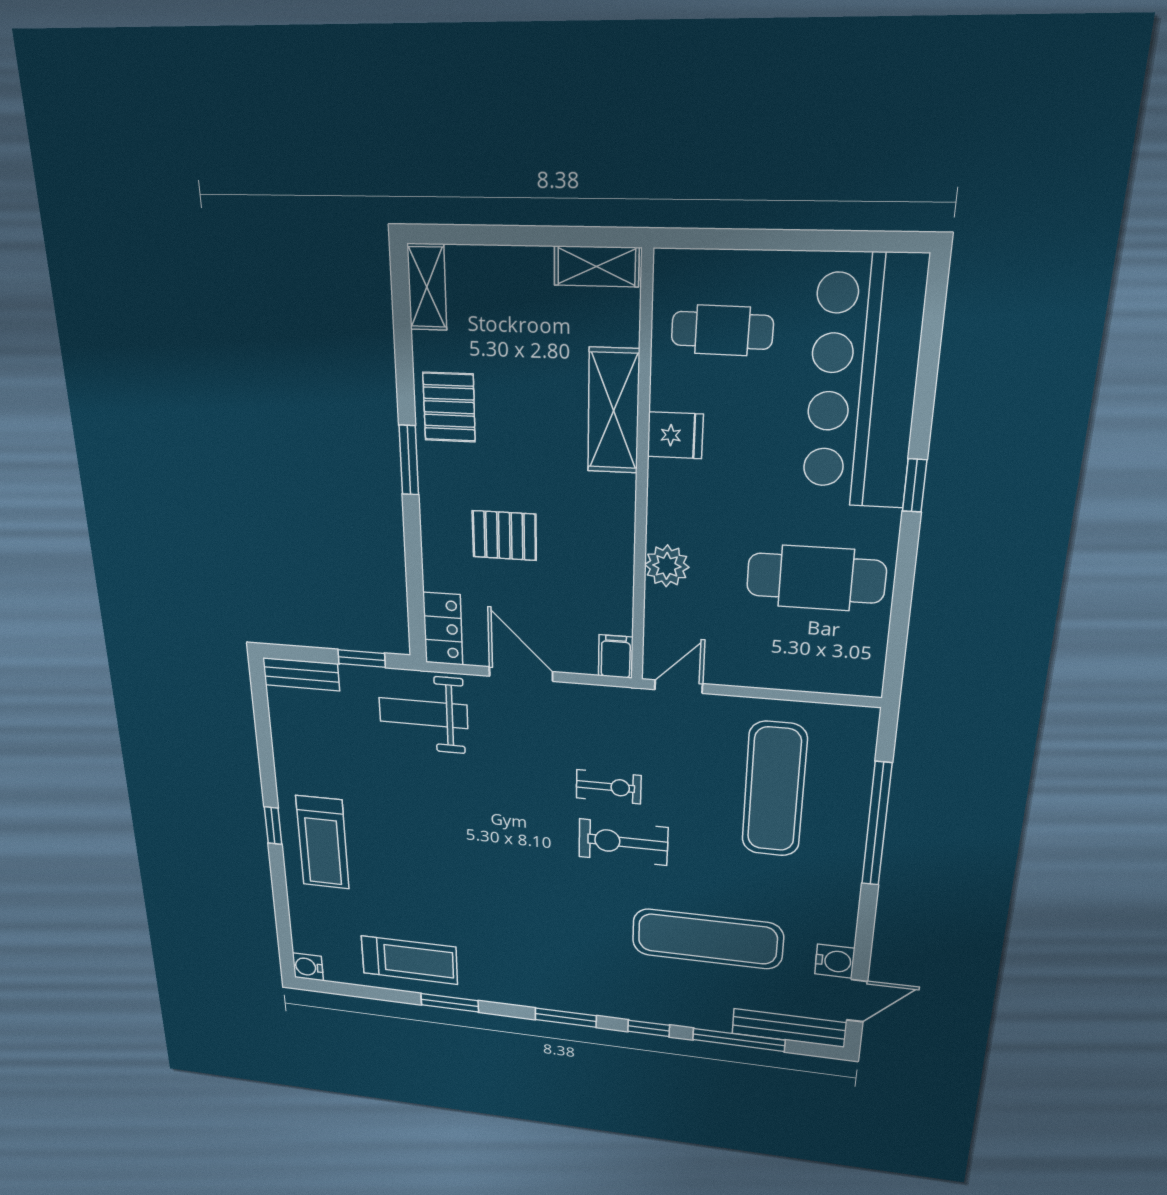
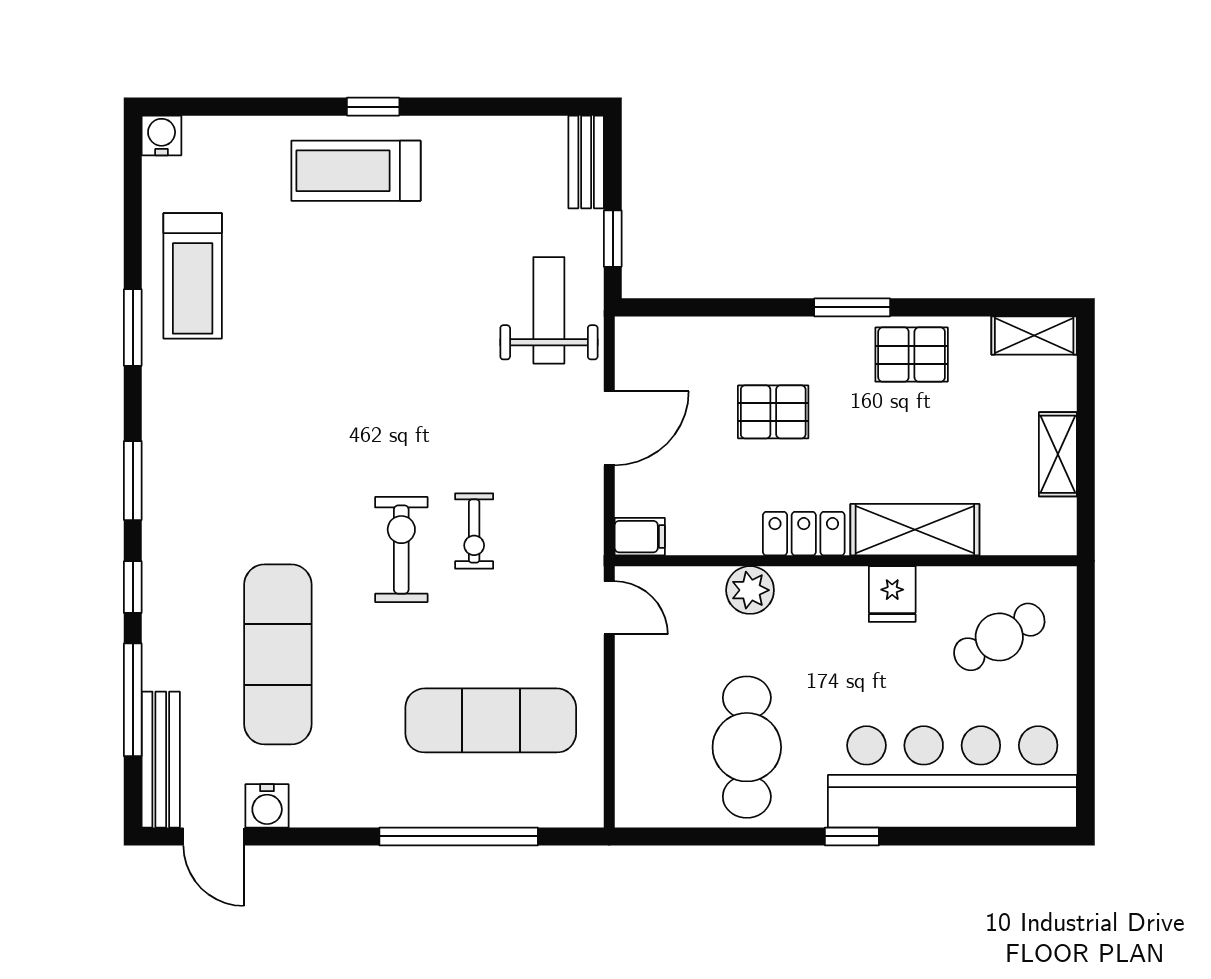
shelving: (596, 266) -> (1058, 454), moved
cafe table: (722, 330) -> (999, 637), turned 59
pallet: (504, 536) -> (773, 412), turned 90
locker: (443, 629) -> (804, 534), moved, turned 180

